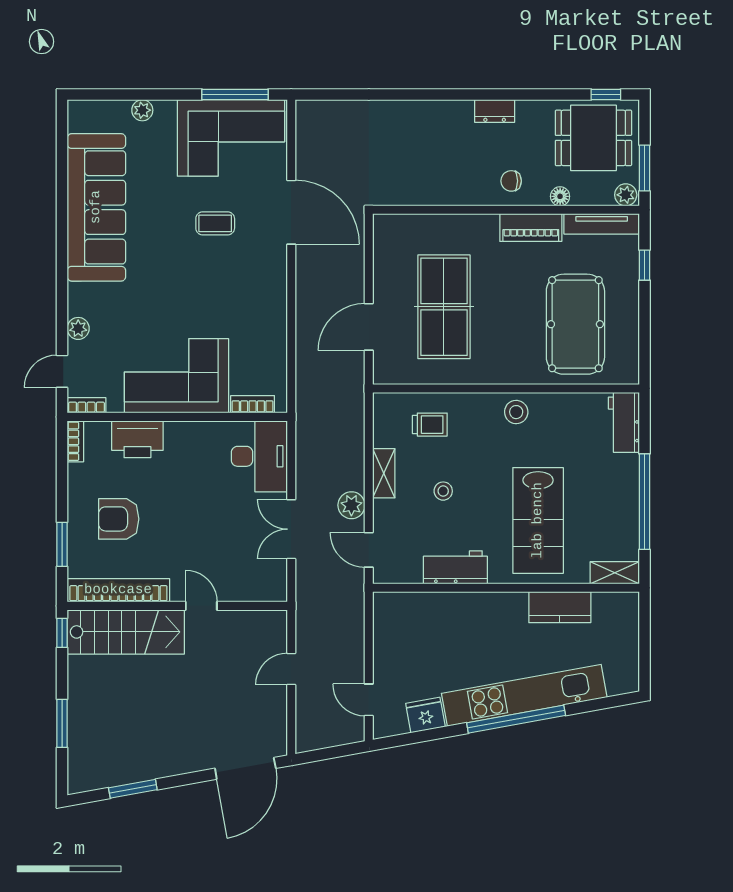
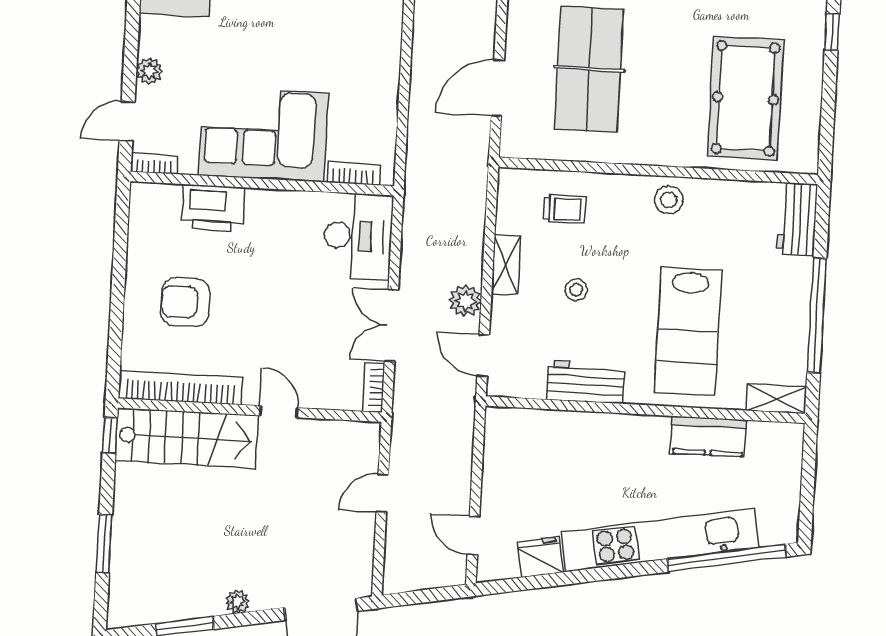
bookcase: (75, 441) -> (374, 387), moved, turned 180
window: (62, 544) -> (116, 329), removed
window: (516, 719) -> (727, 558), moved
plant: (176, 766) -> (238, 602), added

